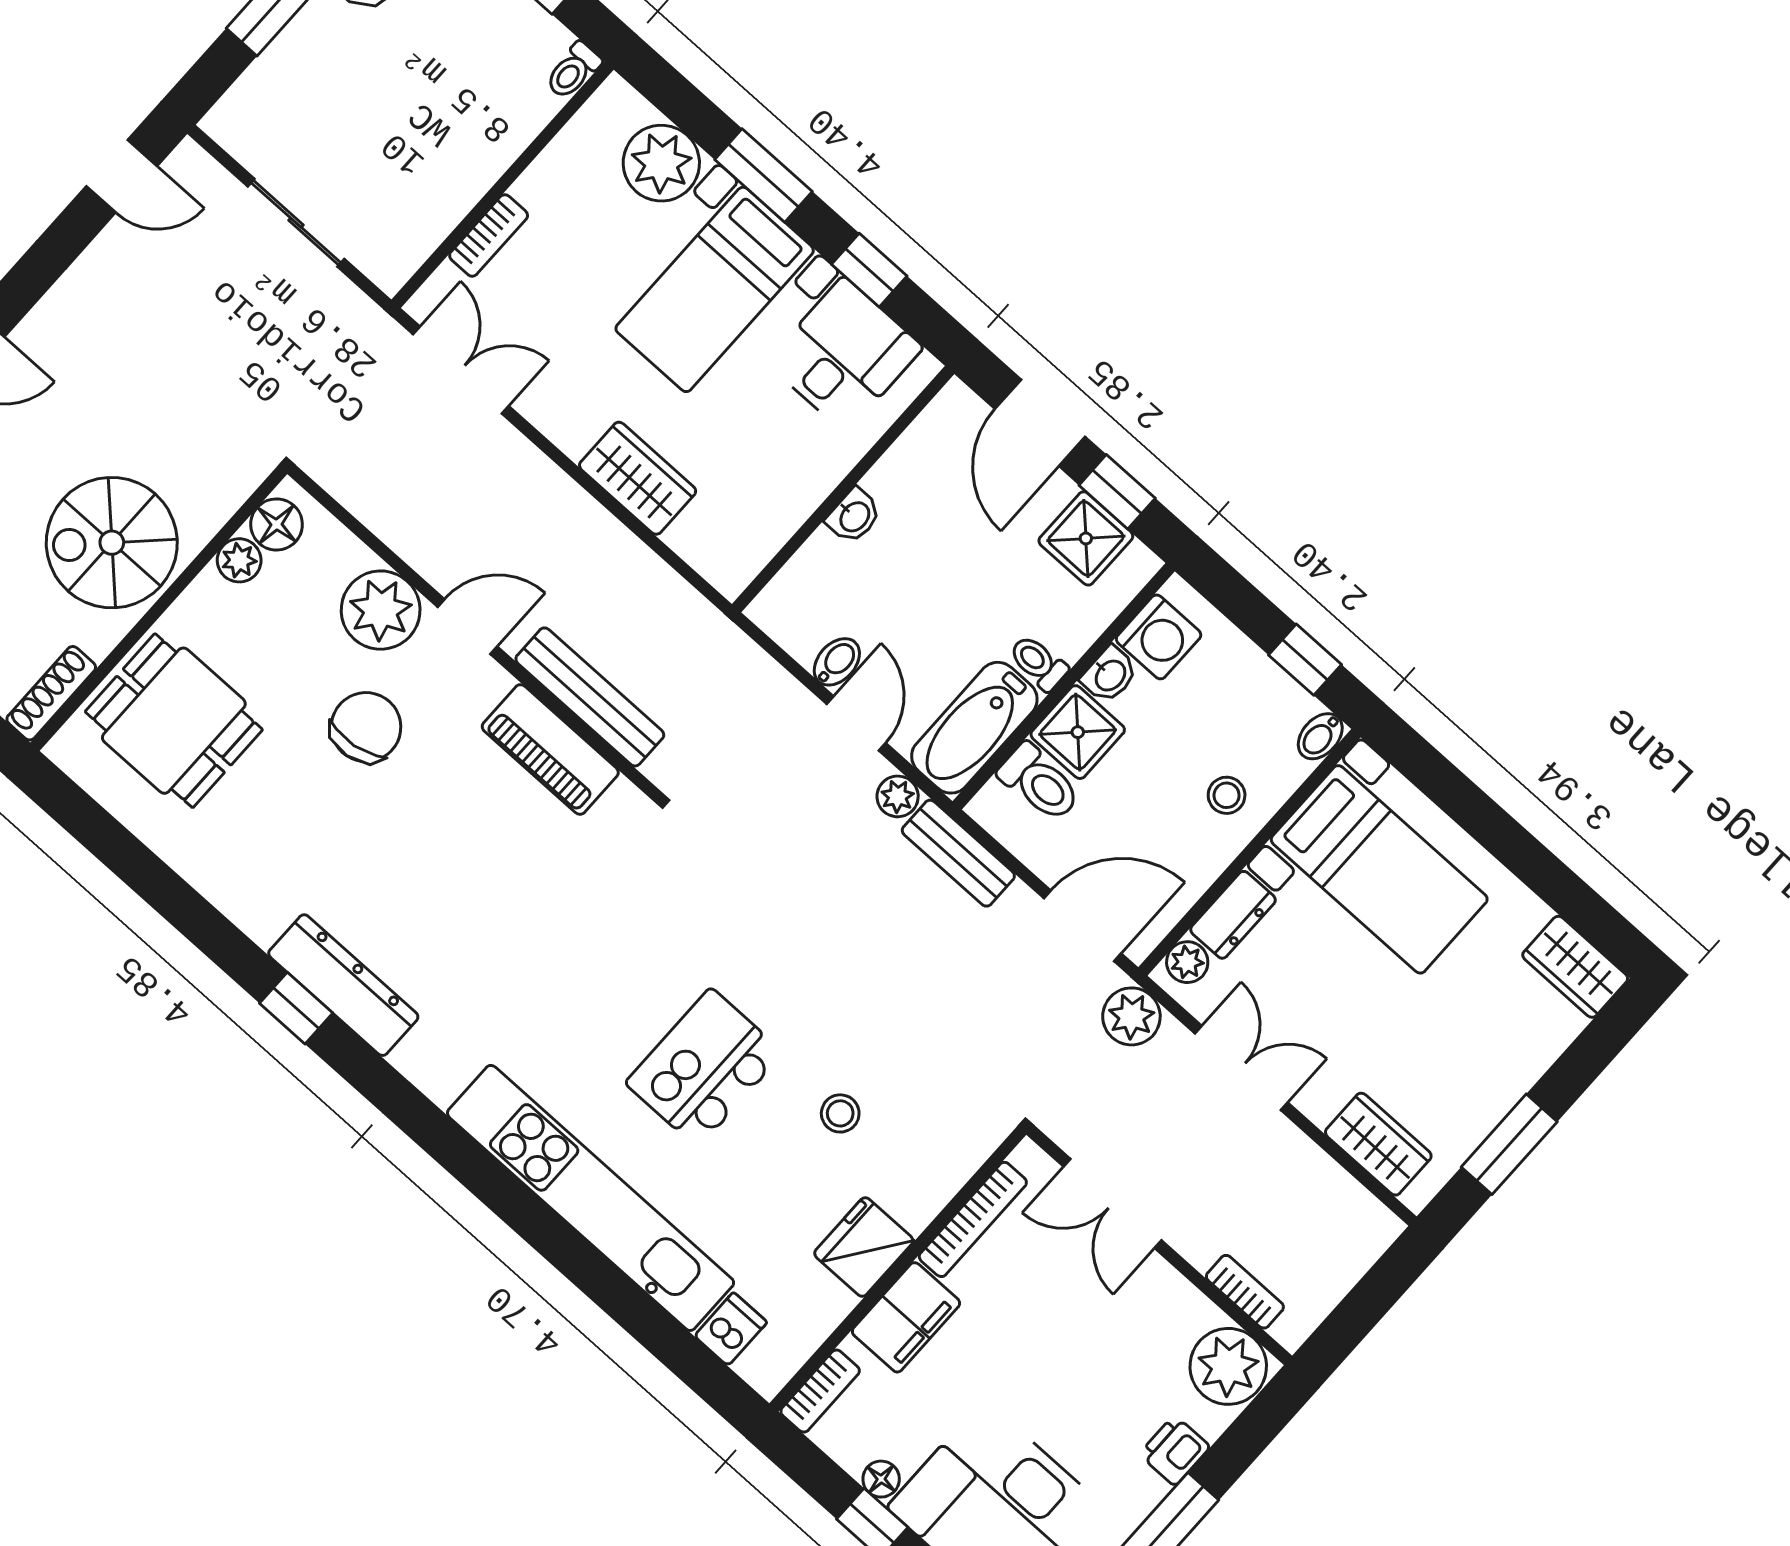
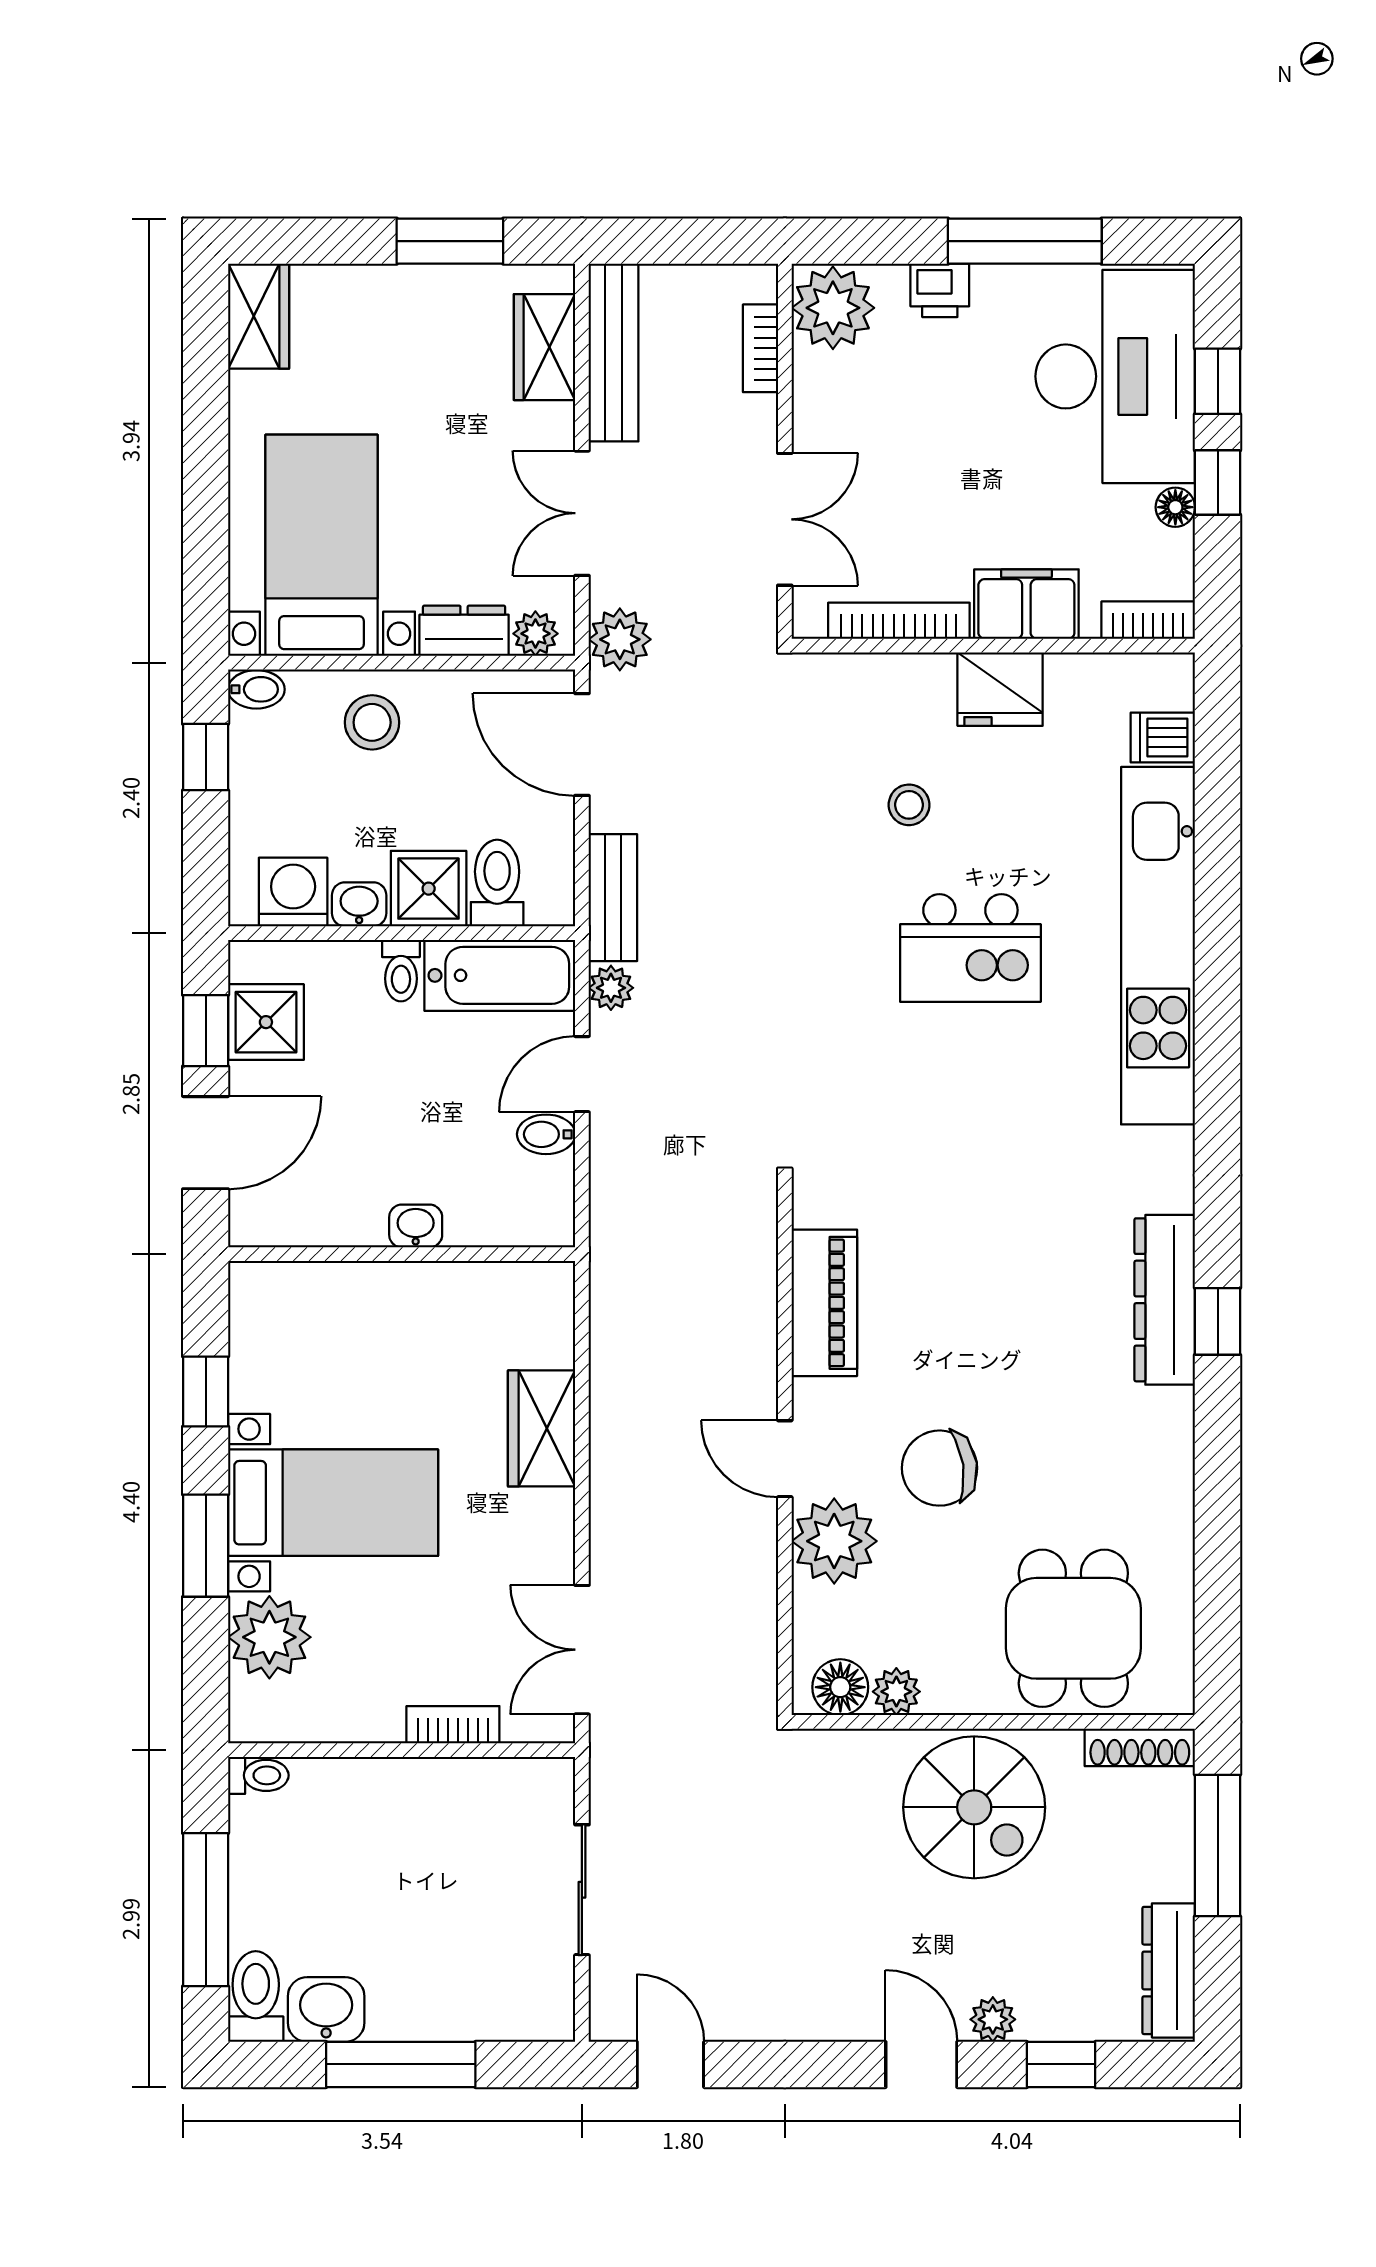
desk: (845, 355) -> (292, 1350), removed
bench: (590, 697) -> (614, 353), moved
stool: (1227, 795) -> (372, 722), width x1.37, depth x1.37

